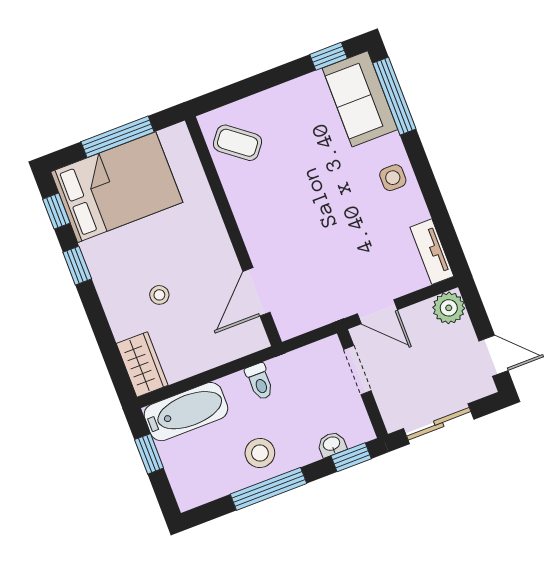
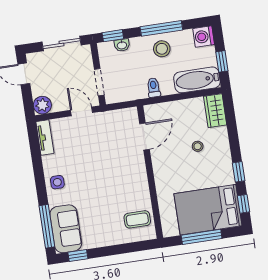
coffee table: (238, 143) -> (137, 219), turned -38
washing machine: (191, 491) -> (204, 37), added

